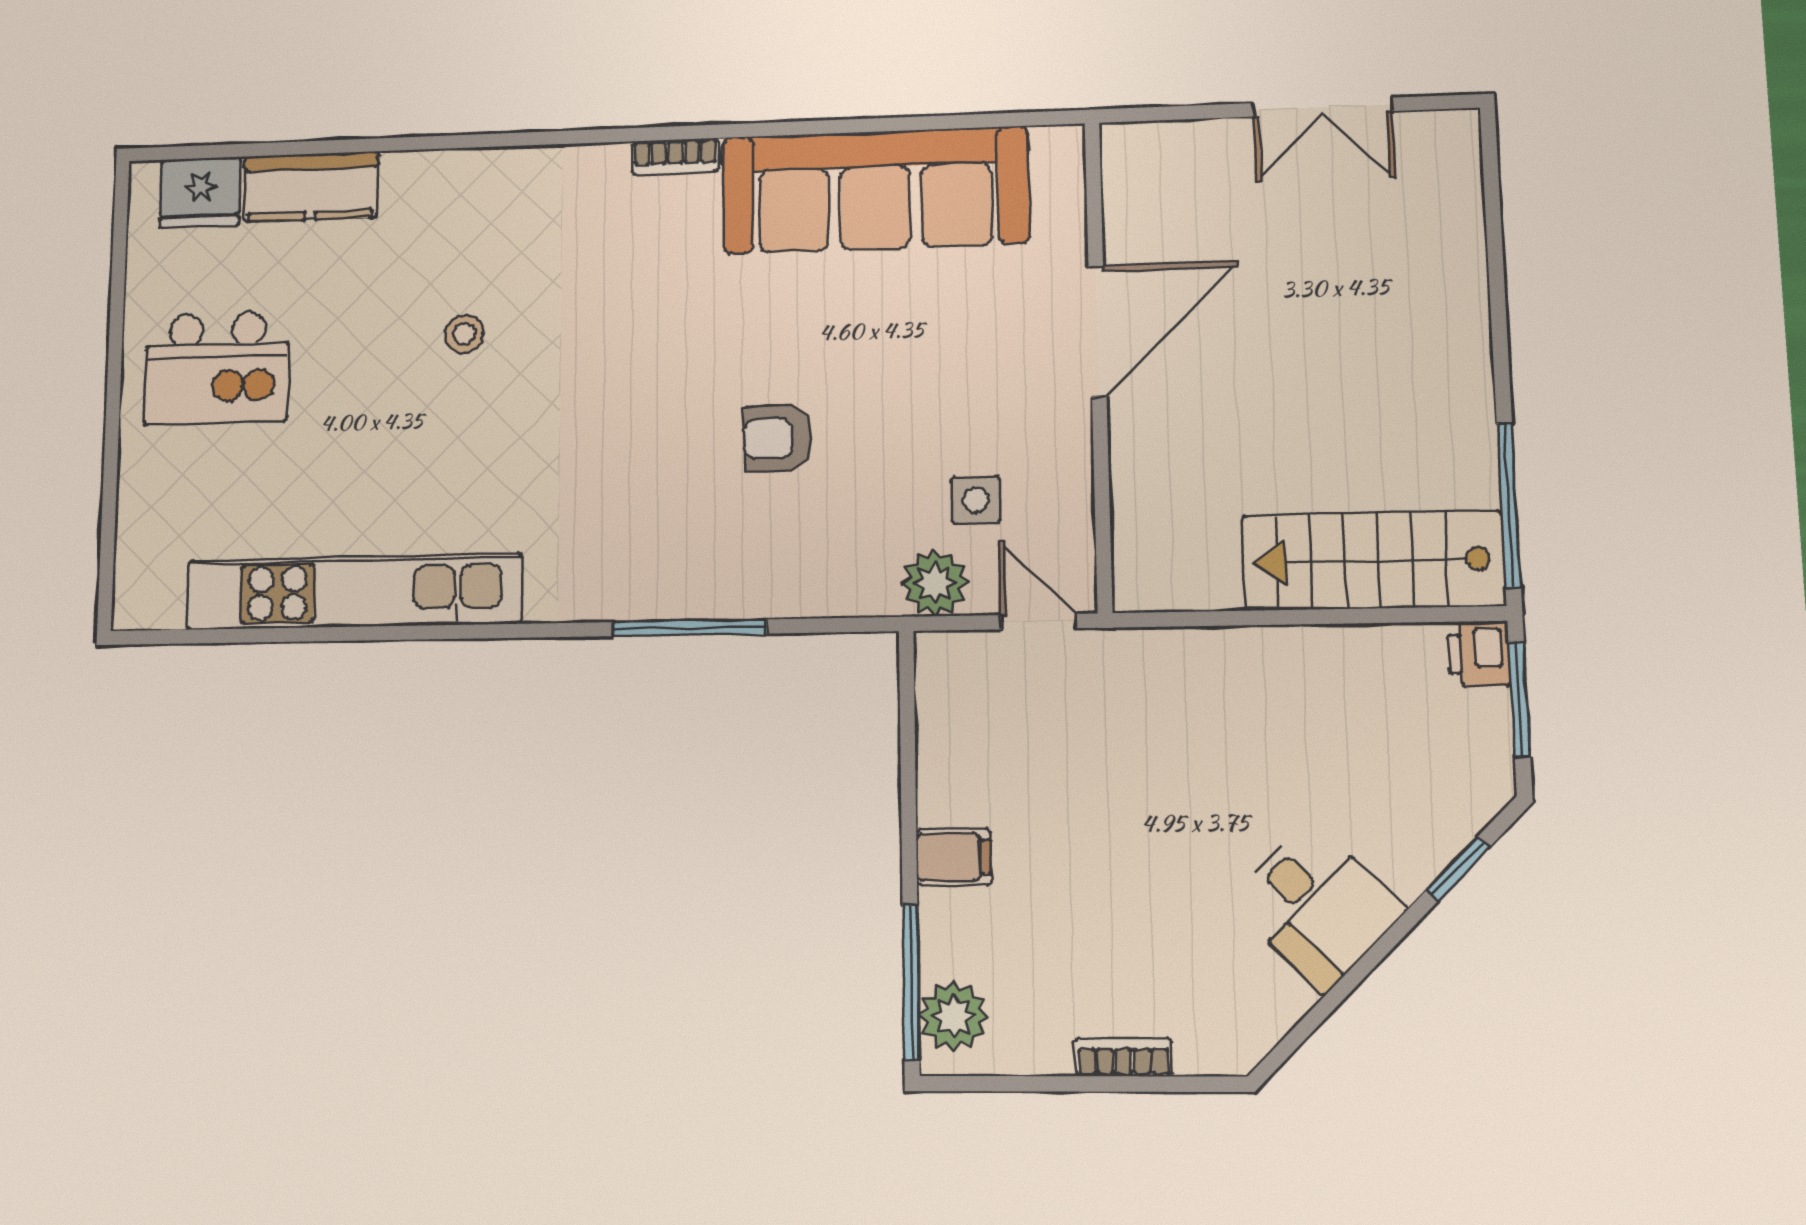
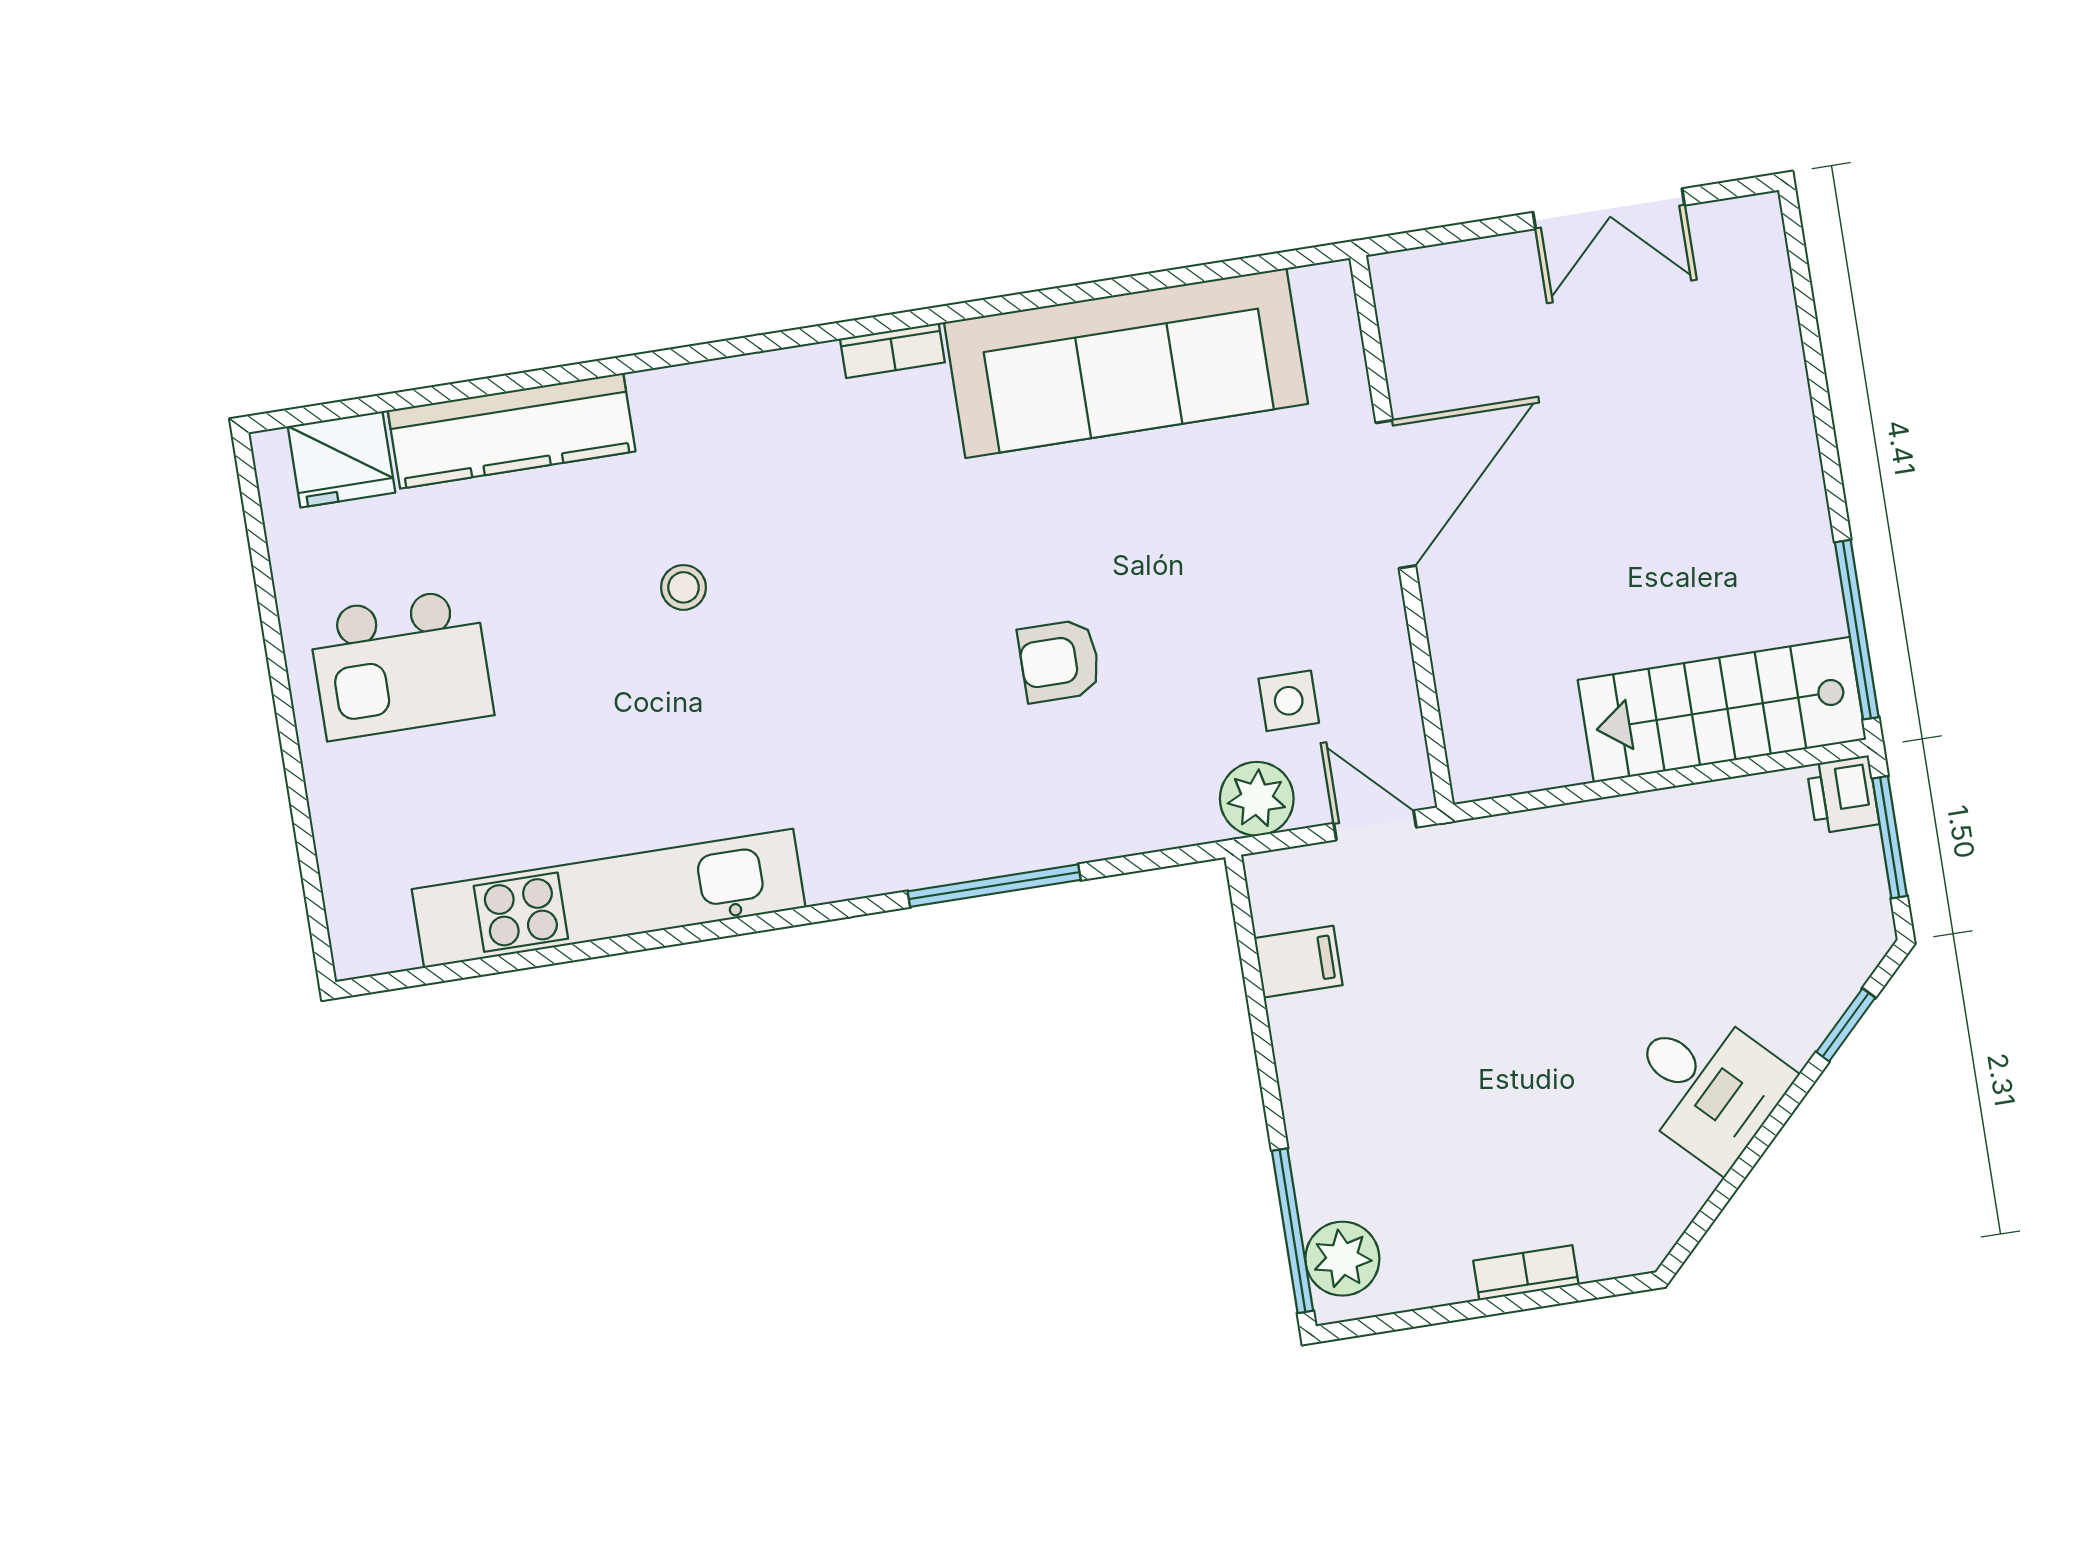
kitchen counter: (311, 187) -> (512, 431), width x1.50
filing cabinet: (954, 857) -> (1298, 962), moved

